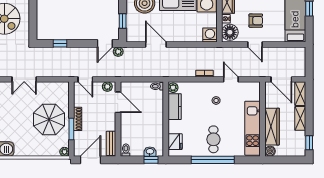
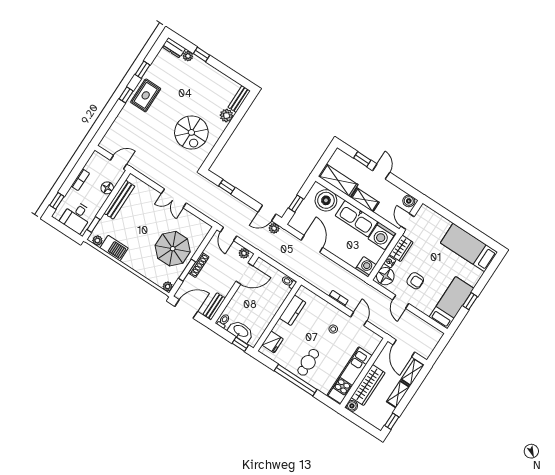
plant: (173, 88) -> (302, 293), removed
door: (118, 102) -> (244, 273), hinge flipped
washbasin: (150, 152) -> (241, 331), width x1.91, depth x1.45

